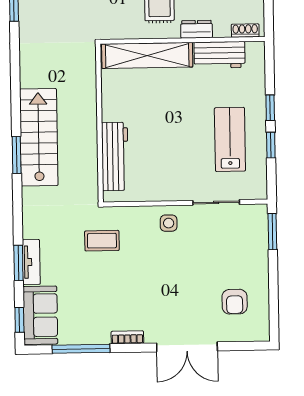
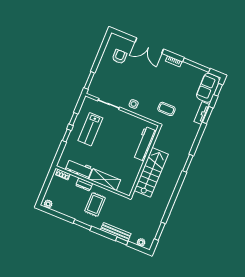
shelving: (147, 55) -> (105, 180), width x0.68
stairs: (39, 137) -> (151, 172), moved, turned 180
double door: (187, 347) -> (149, 46), swing flipped

